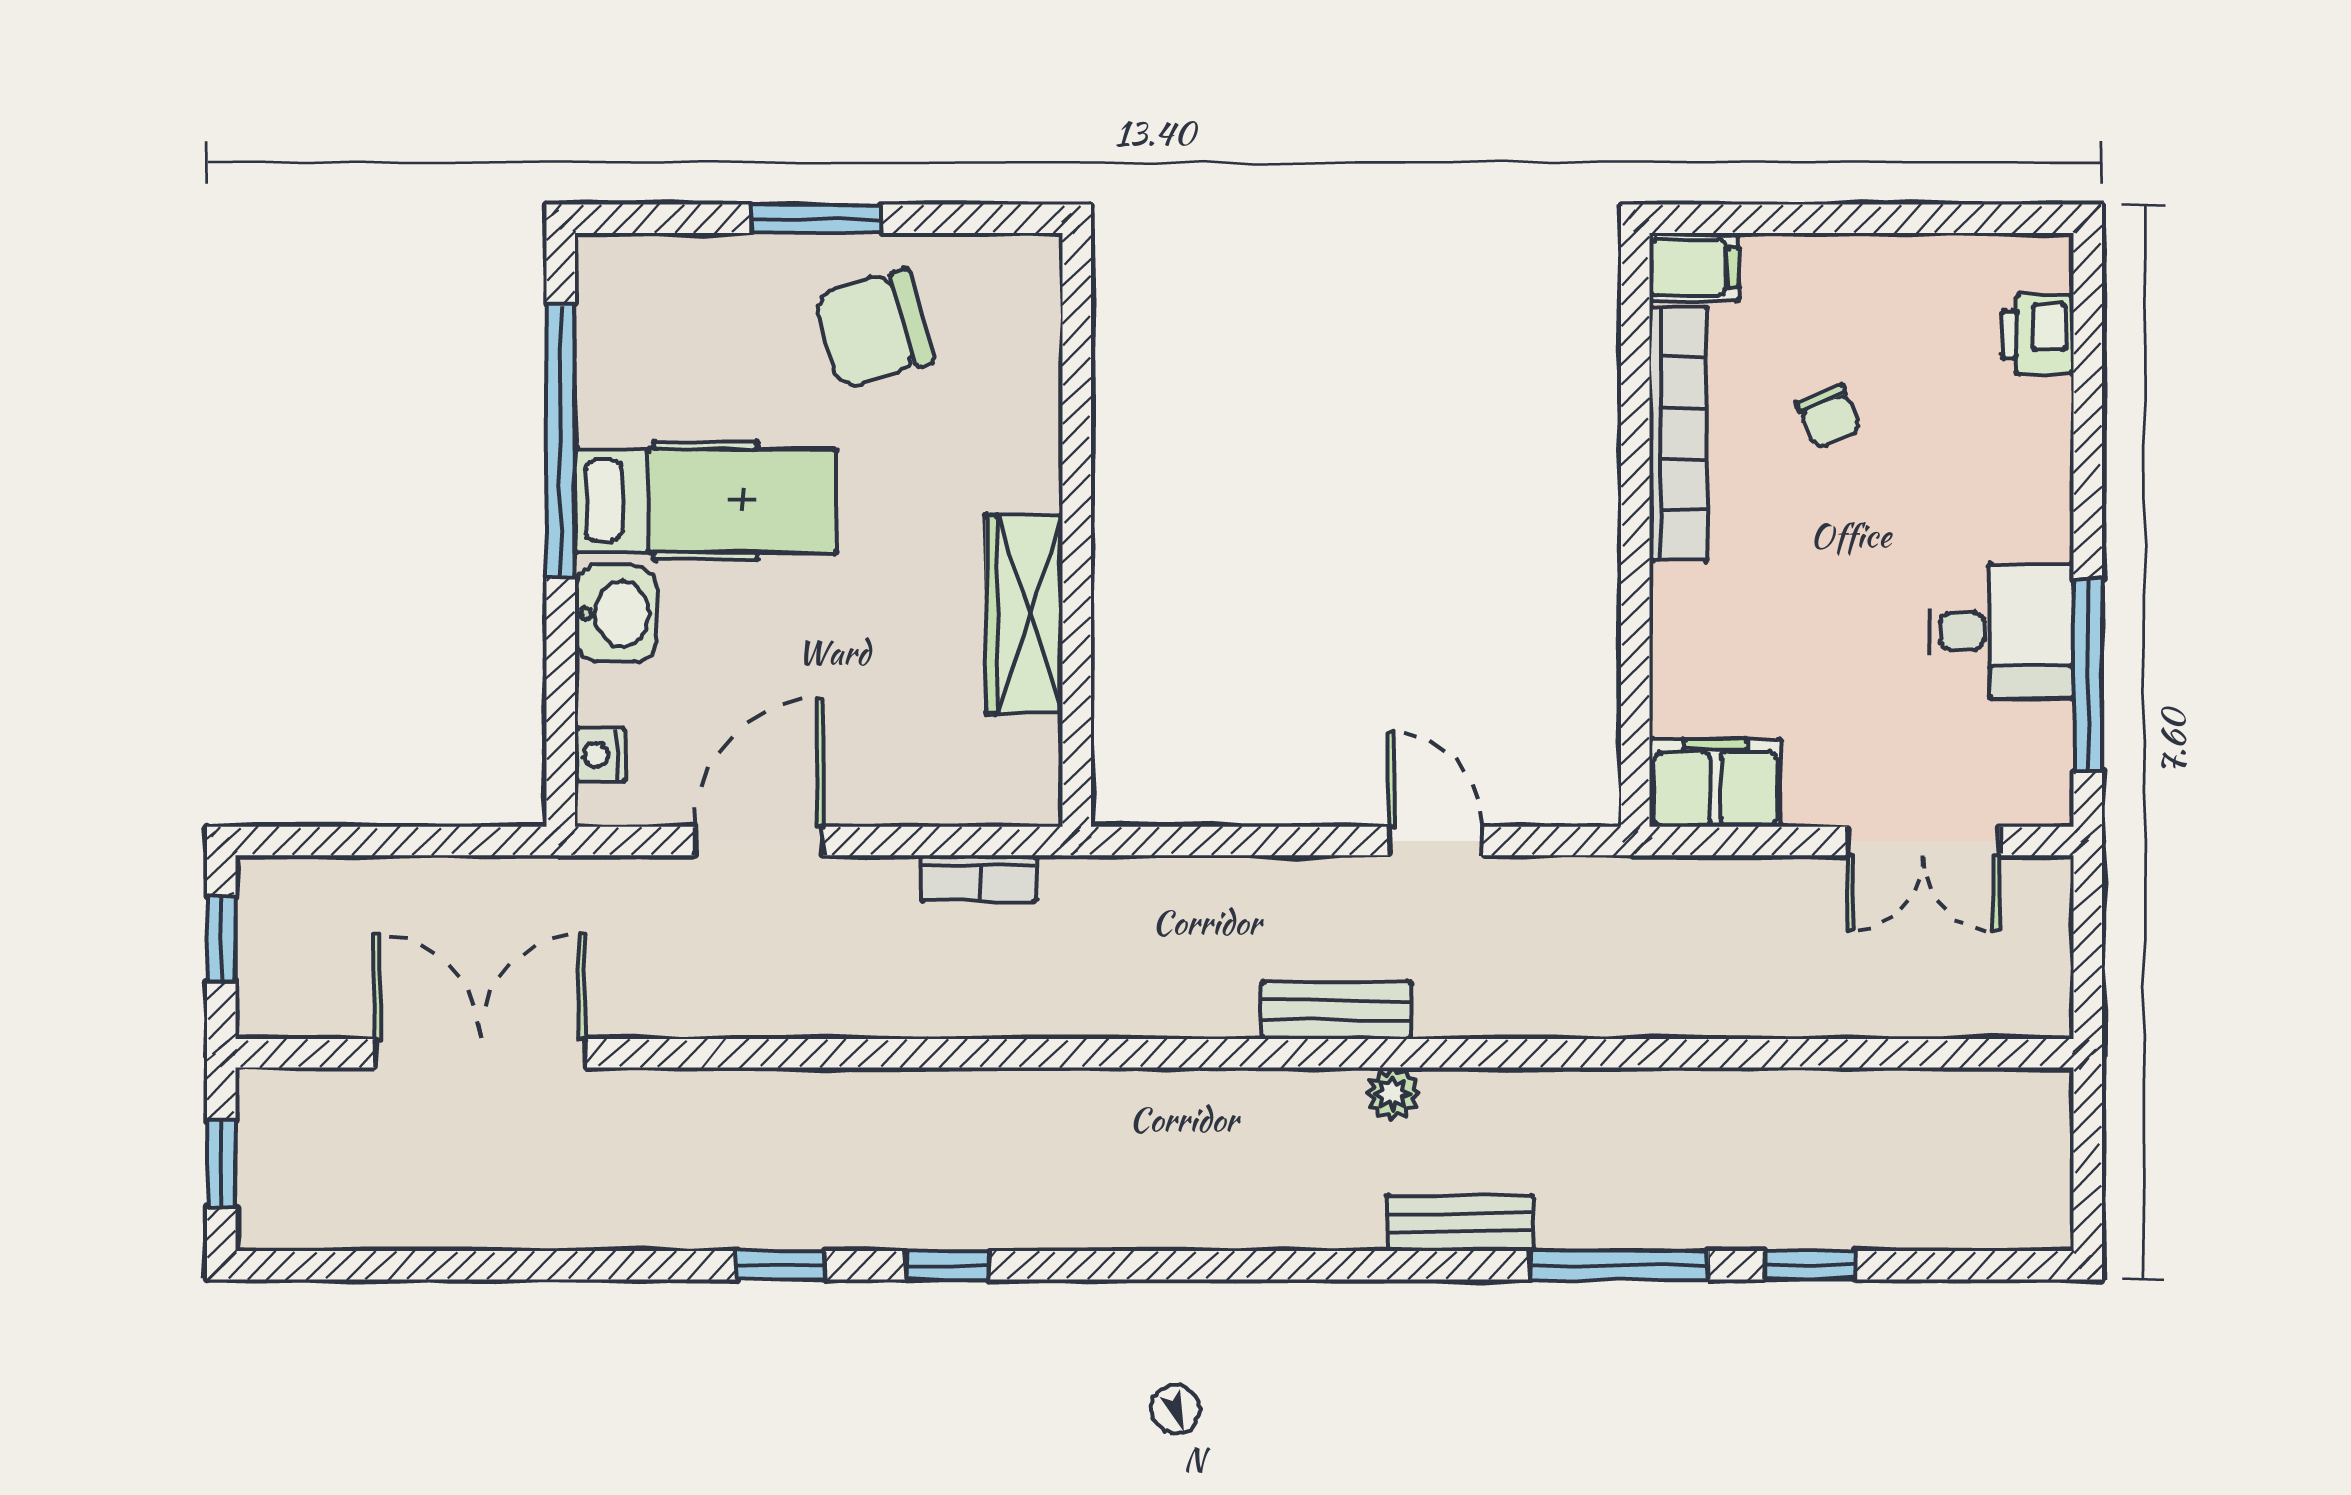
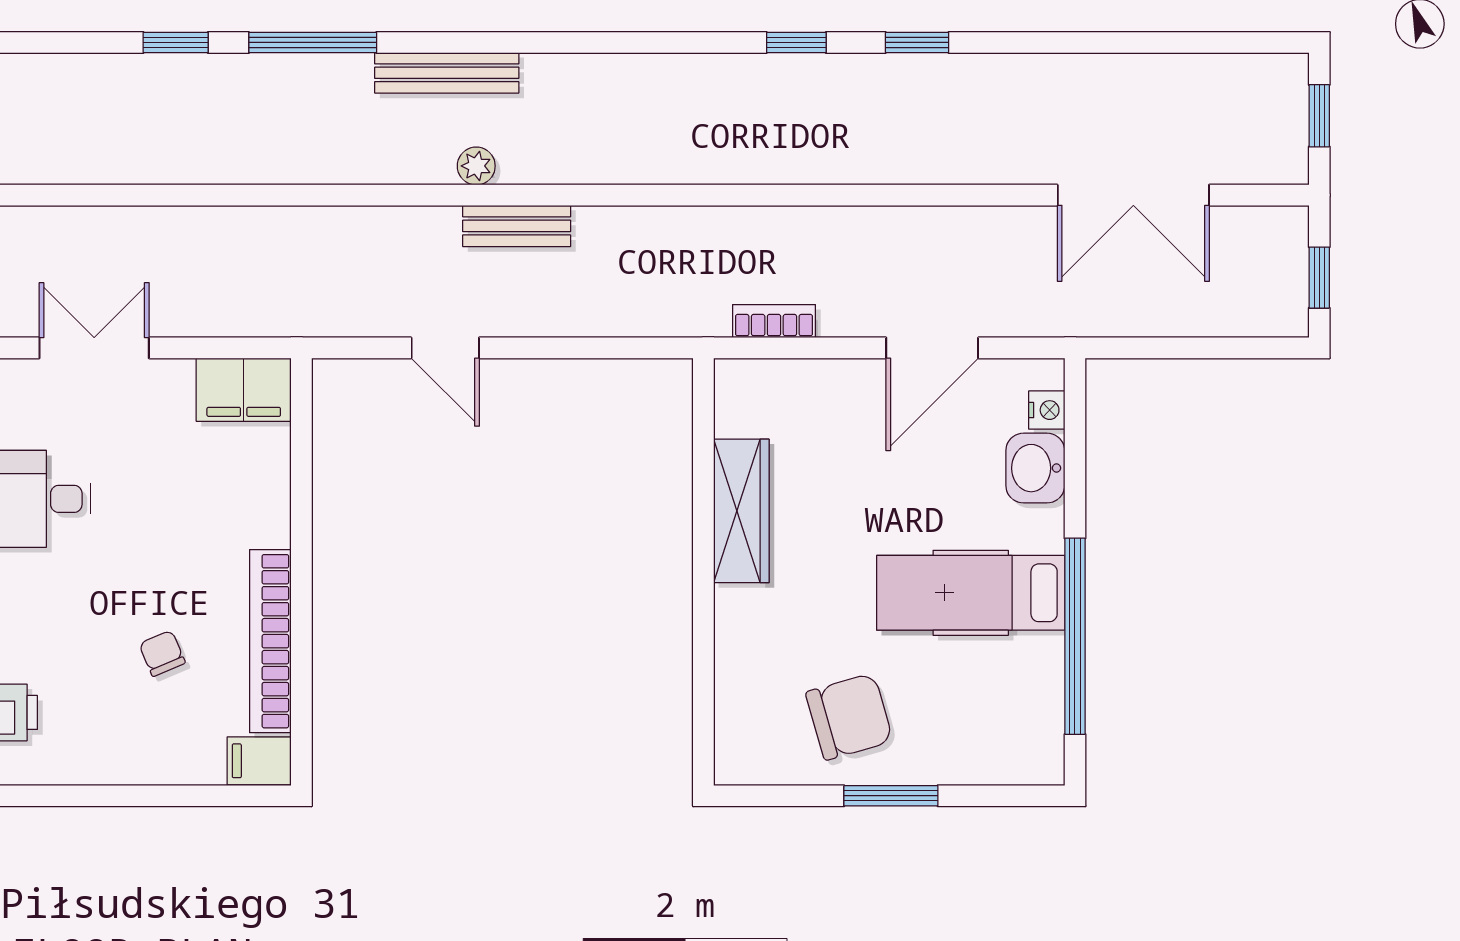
washbasin: (616, 614) -> (1035, 468), moved
bench: (1460, 1223) -> (447, 73), width x1.36

